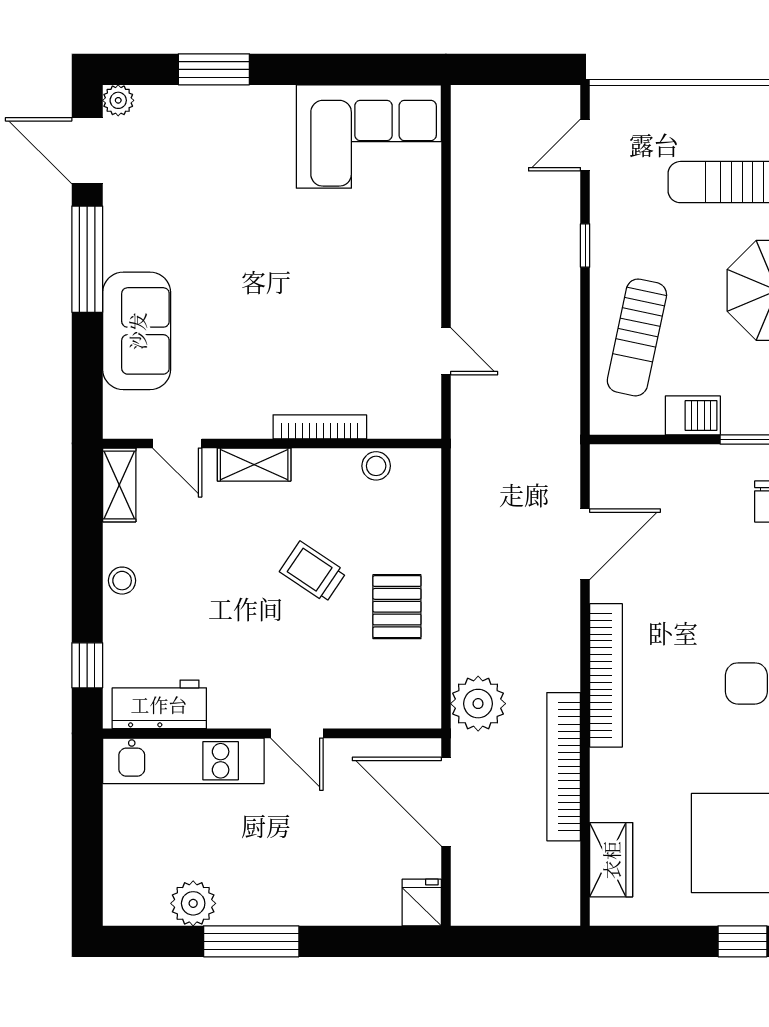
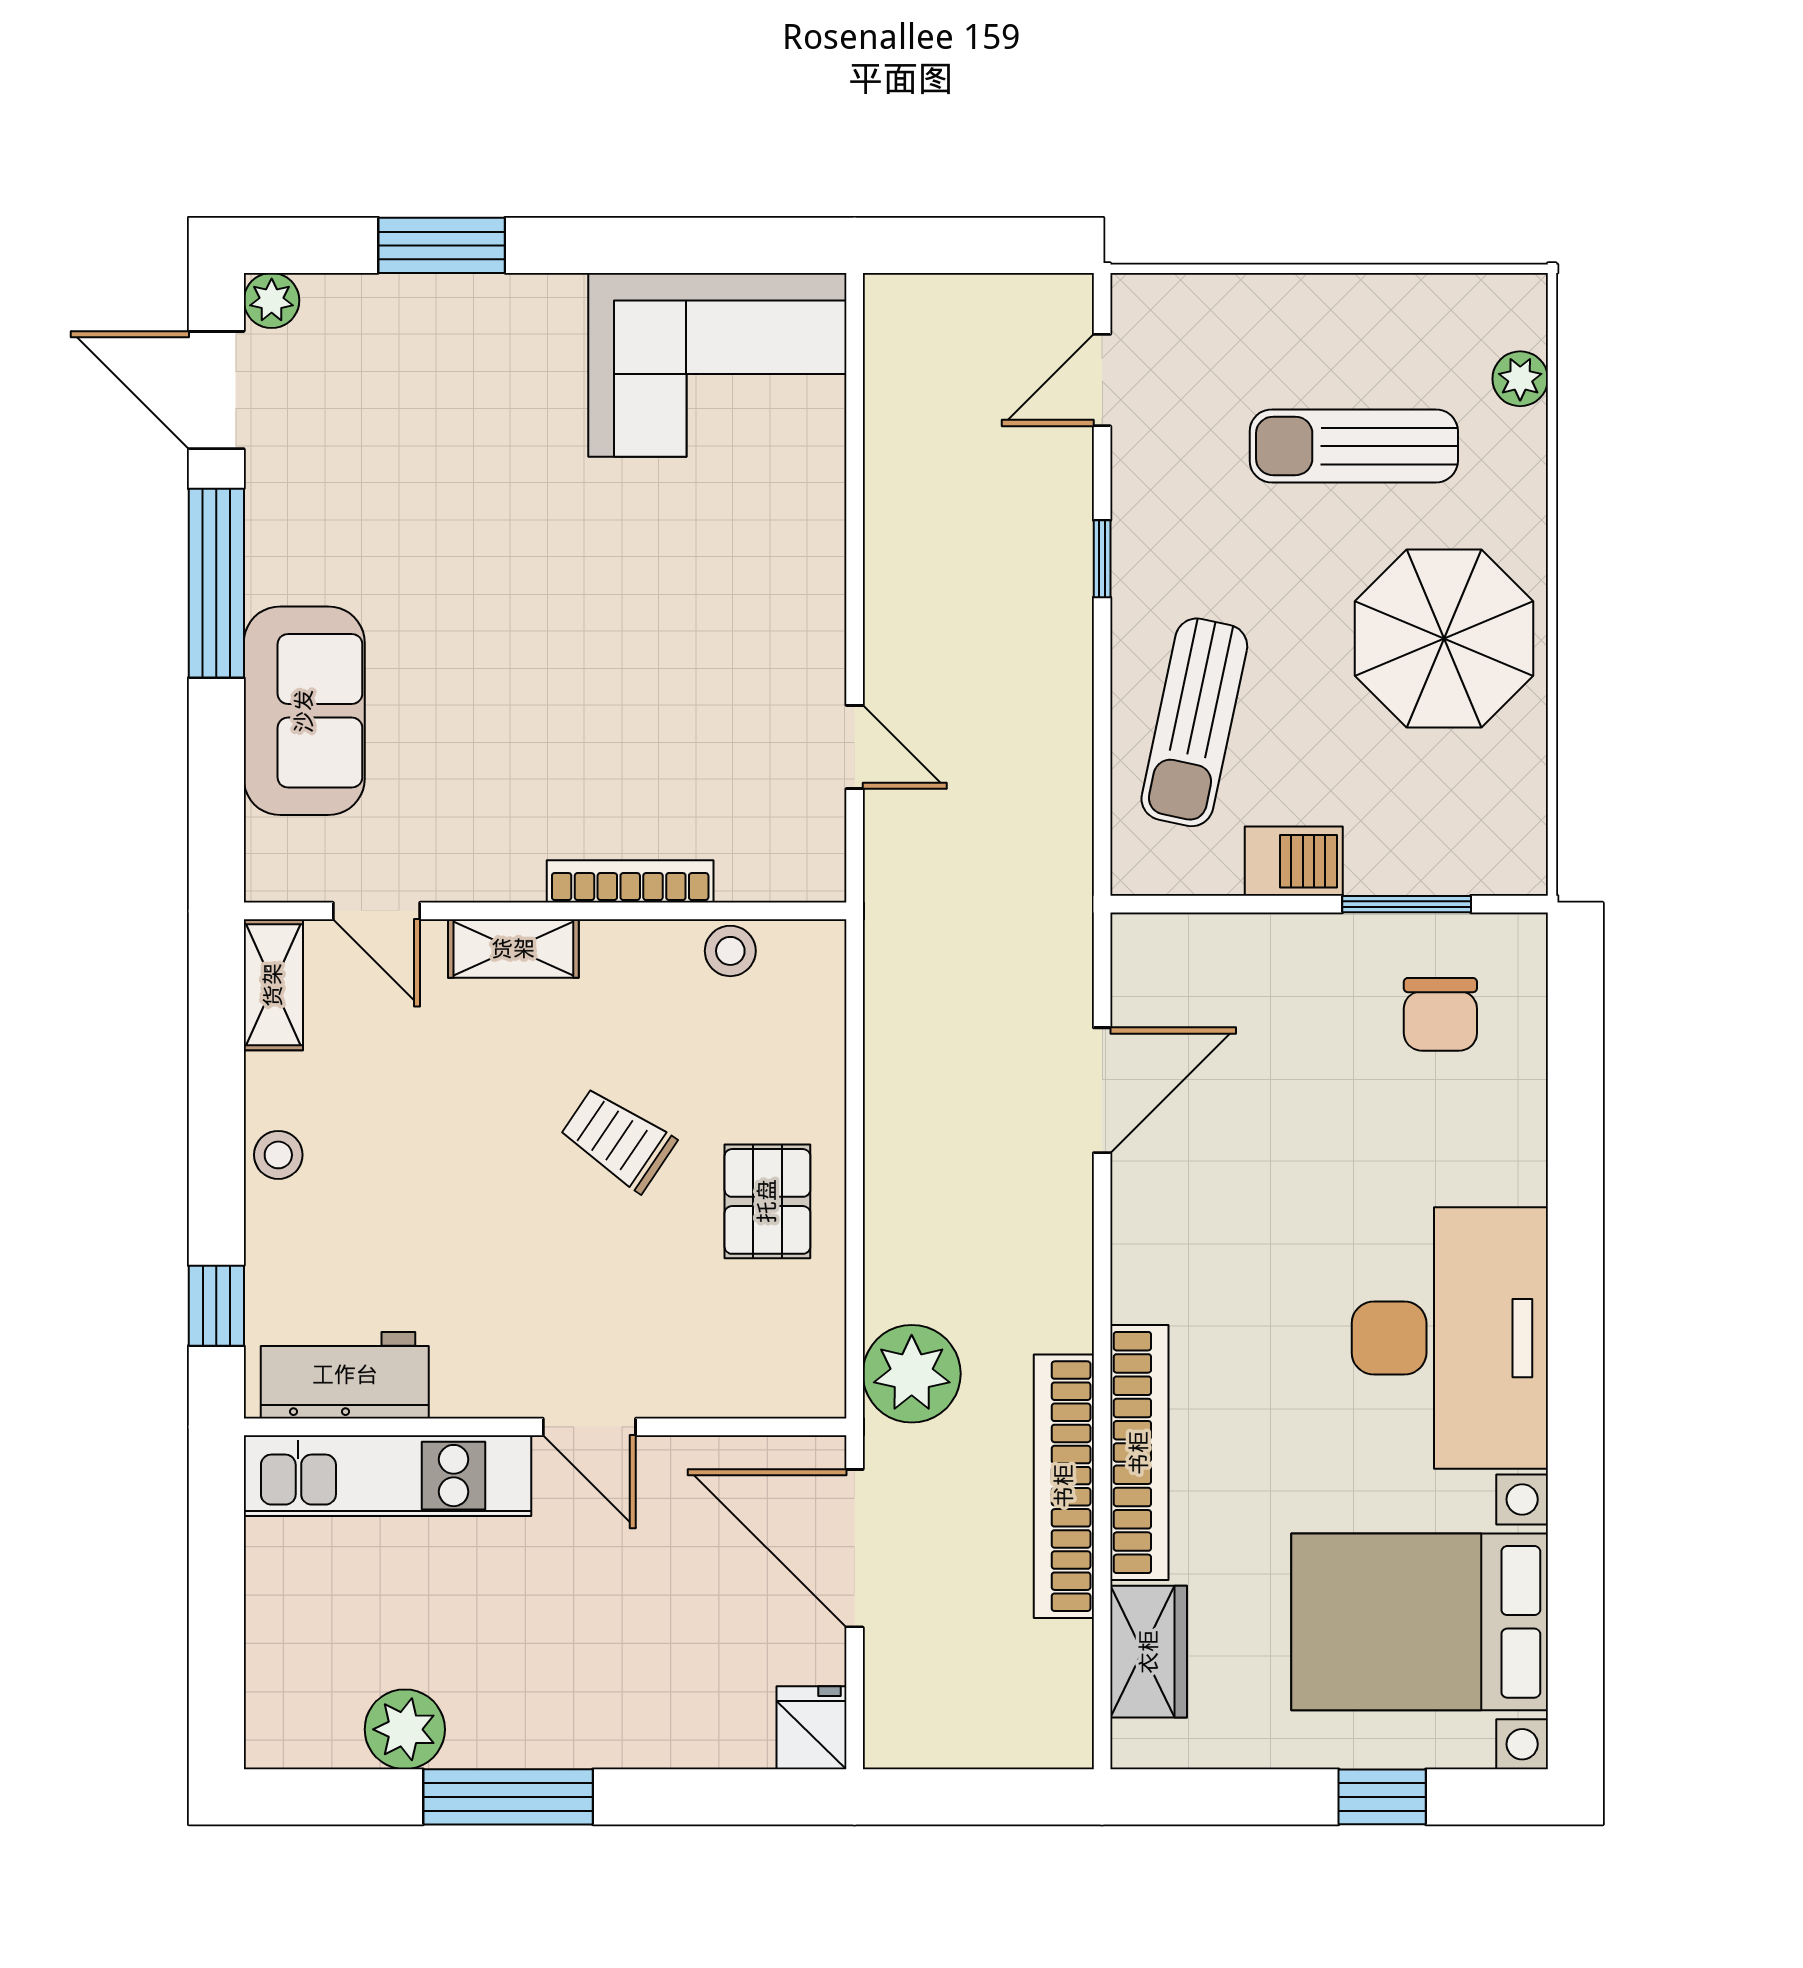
bookcase: (606, 675) -> (1139, 1453), moved

